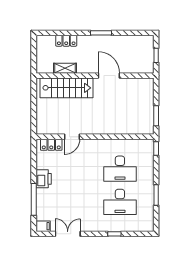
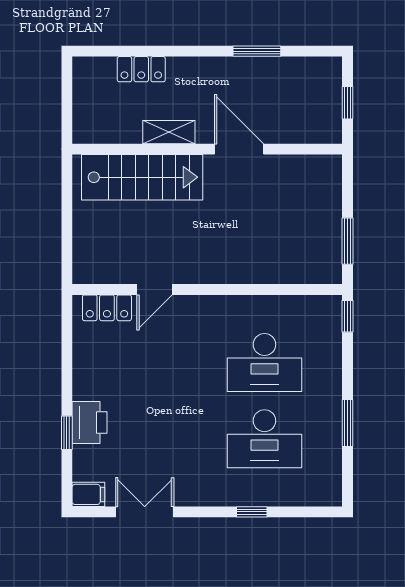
window: (101, 33) -> (257, 51), moved
shelving: (65, 68) -> (169, 132), moved
printer: (44, 179) -> (90, 422), moved
window: (34, 199) -> (67, 433), width x0.46

